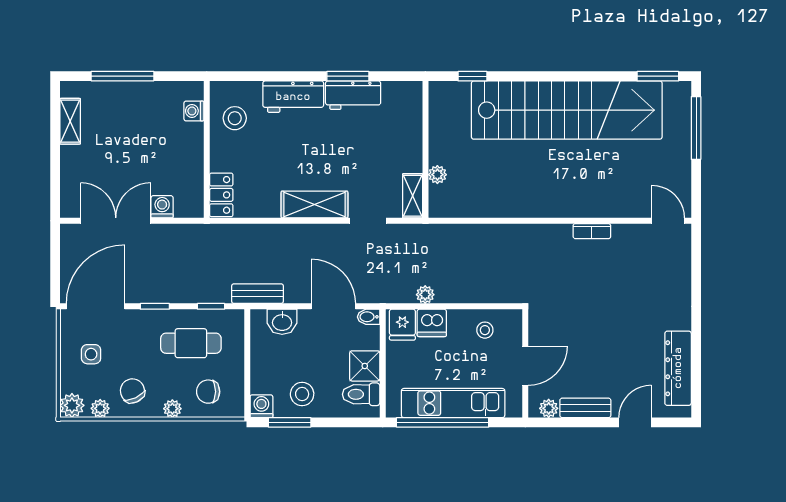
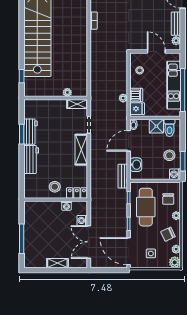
washing machine: (194, 111) -> (66, 206), moved
stool: (235, 118) -> (55, 187), moved
shelving: (70, 121) -> (57, 263), moved
cafe table: (191, 343) -> (146, 207), width x1.37, depth x1.35

